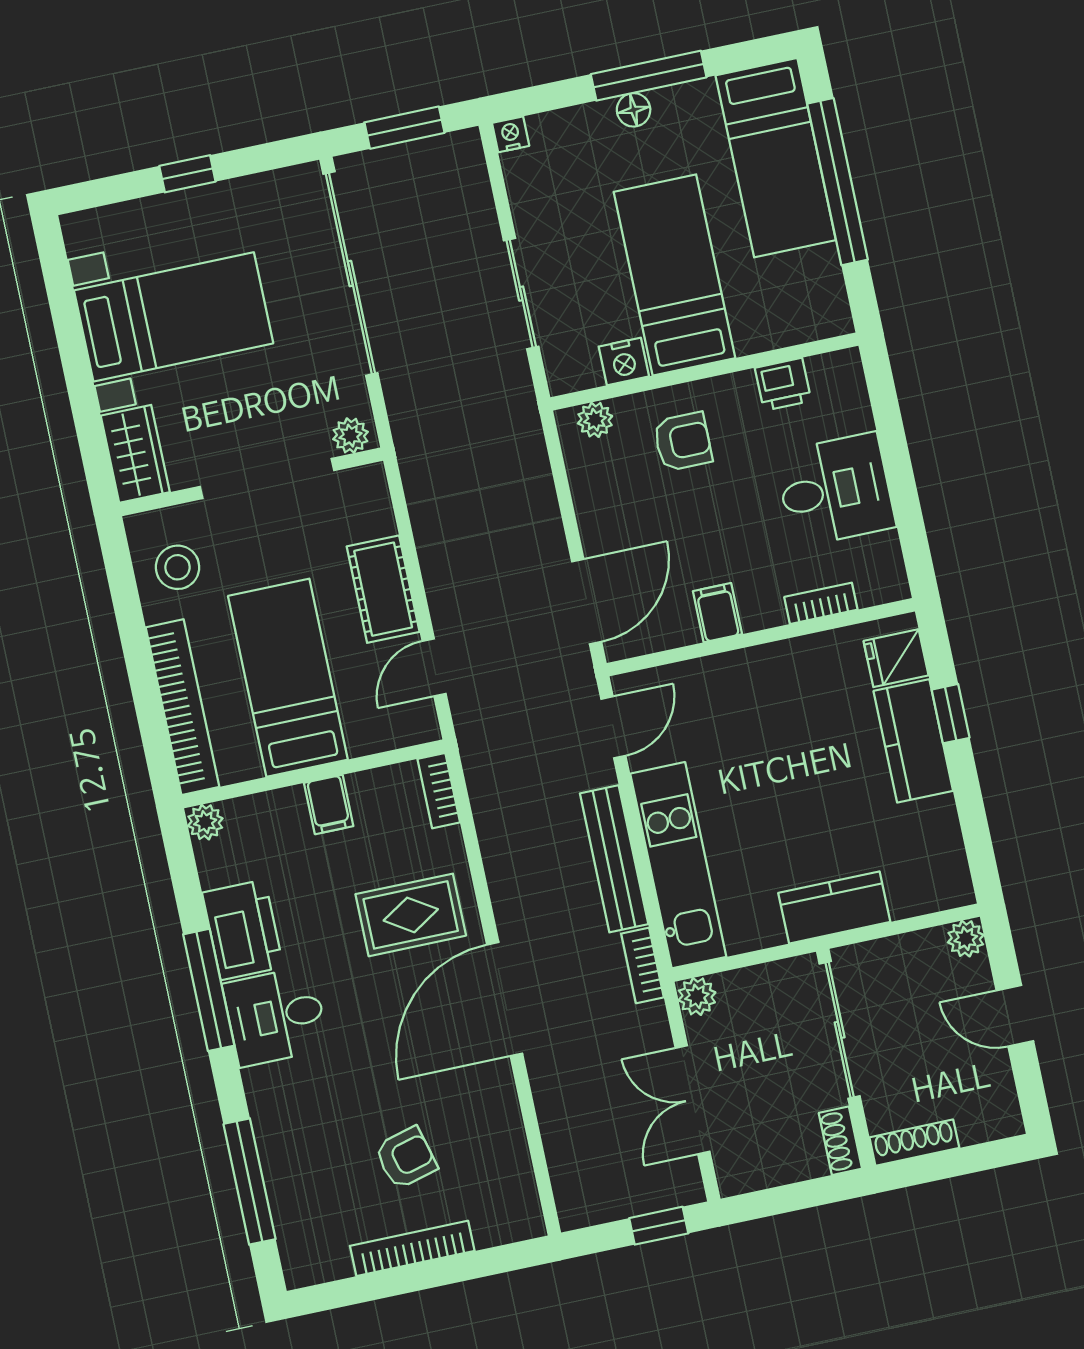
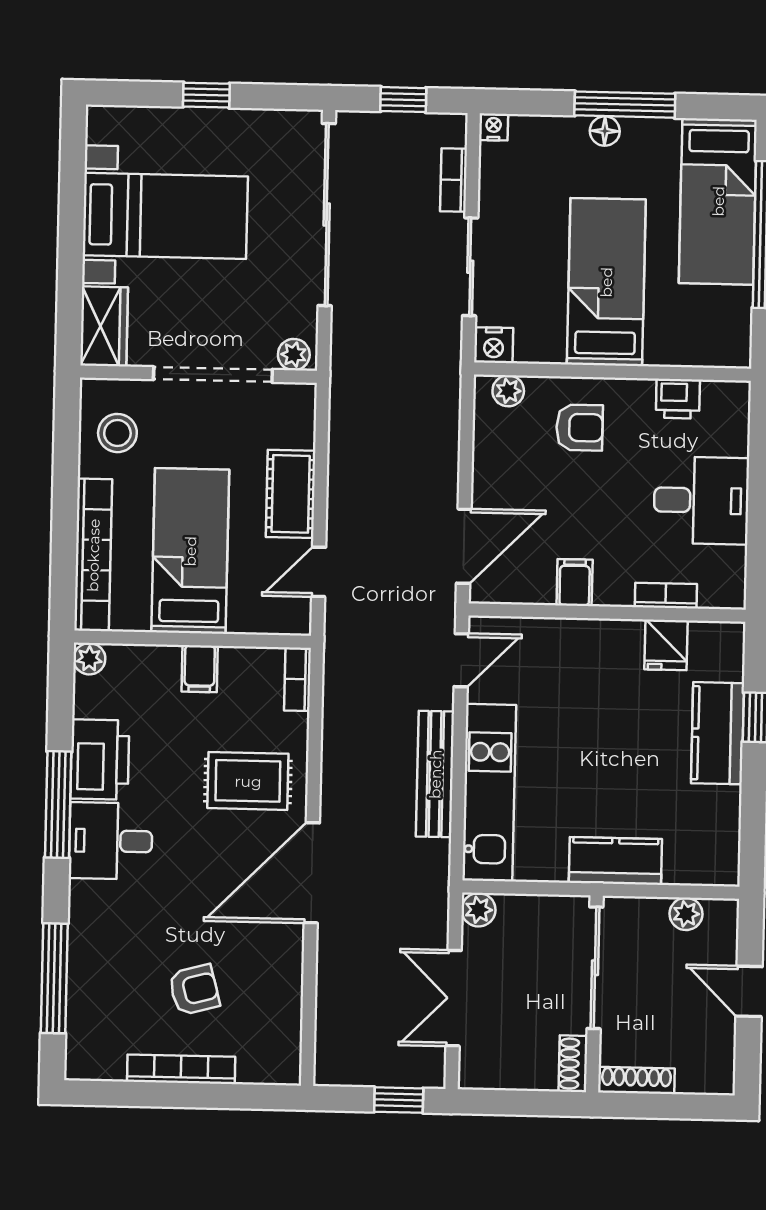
window: (404, 128) -> (403, 100), width x0.67
nightstand: (624, 361) -> (494, 345), moved
fridge: (896, 658) -> (666, 645), moved, turned -90
plant: (966, 939) -> (686, 914), moved
bookcase: (642, 966) -> (453, 180), moved

